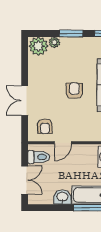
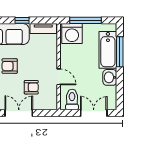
double door: (25, 101) -> (19, 113), swing flipped
armchair: (45, 126) -> (31, 87), moved

